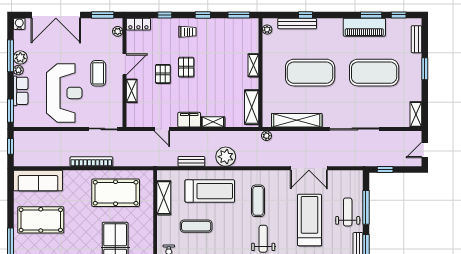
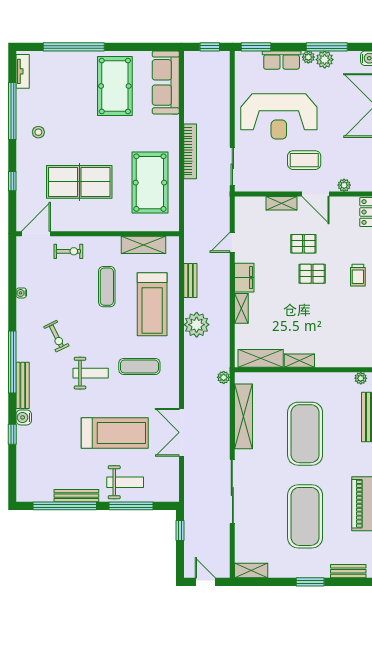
plant: (118, 31) -> (344, 185), moved
shelving: (253, 65) -> (299, 361), moved

